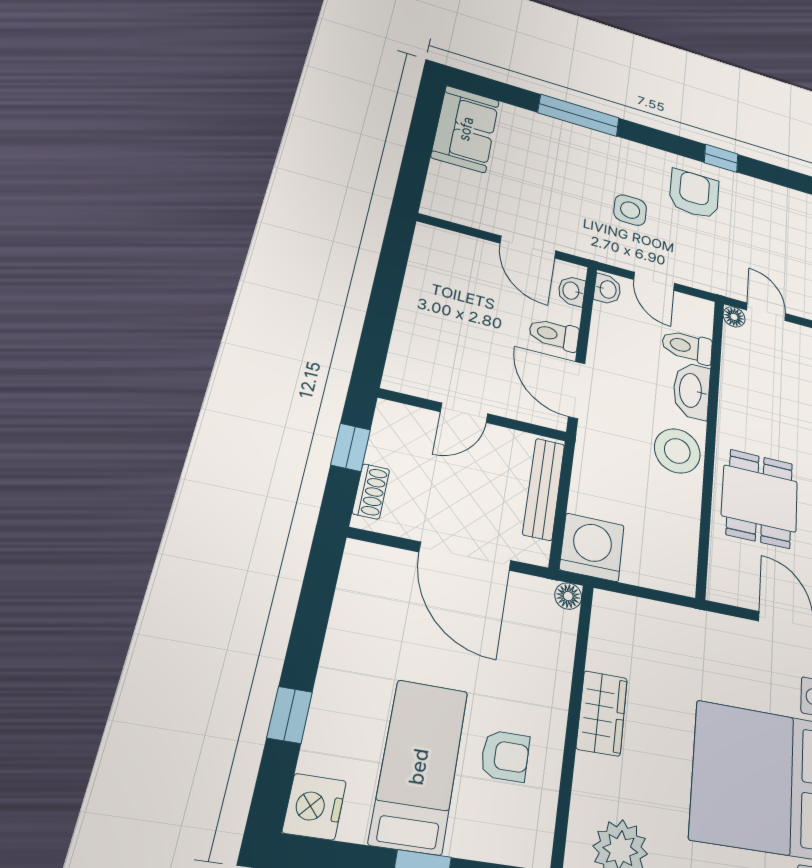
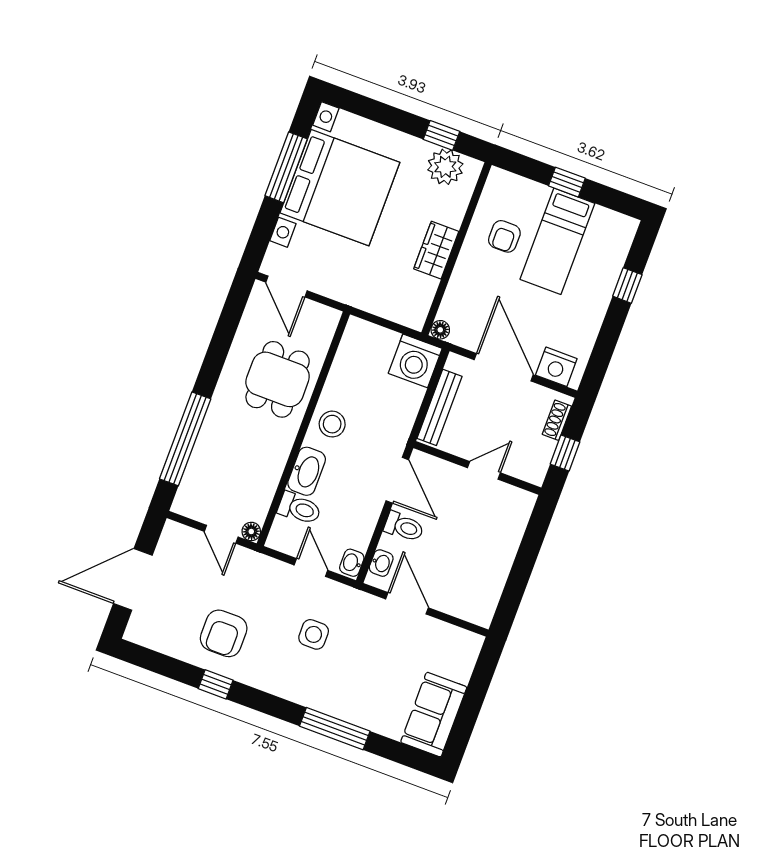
armchair: (694, 194) -> (224, 633), moved
stool: (677, 451) -> (332, 424), width x0.73, depth x0.73
armchair: (505, 756) -> (504, 236), turned -90
nightstand: (314, 807) -> (556, 367), moved, turned 90

